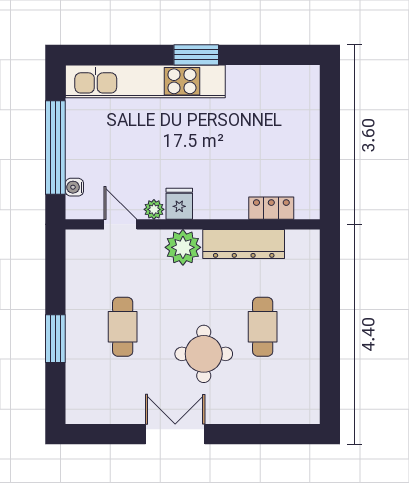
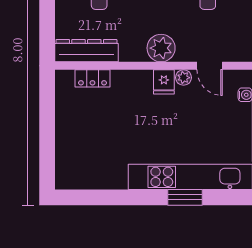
window: (196, 55) -> (185, 197), moved
dresser: (244, 244) -> (86, 51), moved

